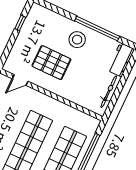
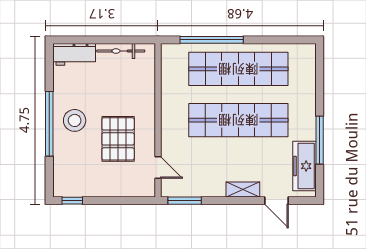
window: (20, 23) -> (72, 201), moved
window: (97, 29) -> (49, 124), moved

